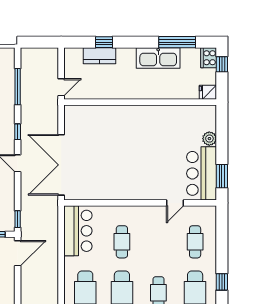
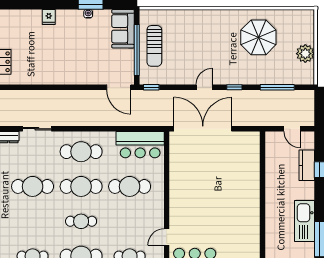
door: (61, 87) -> (292, 129), moved
door: (175, 203) -> (167, 237), hinge flipped
cafe table: (122, 242) -> (130, 186), width x1.37, depth x1.35

